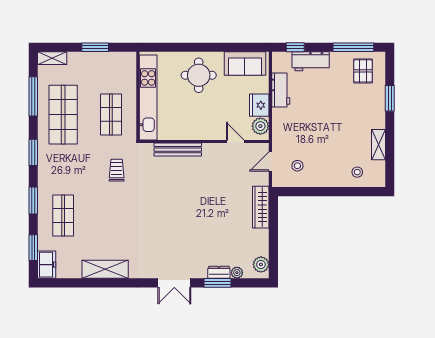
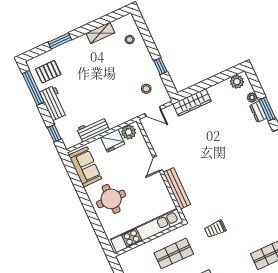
workbench: (311, 61) -> (53, 103), moved
door: (235, 142) -> (158, 164), moved
window: (314, 192) -> (160, 66), added

